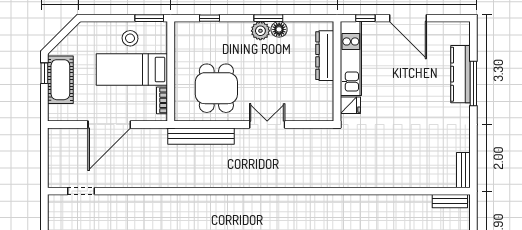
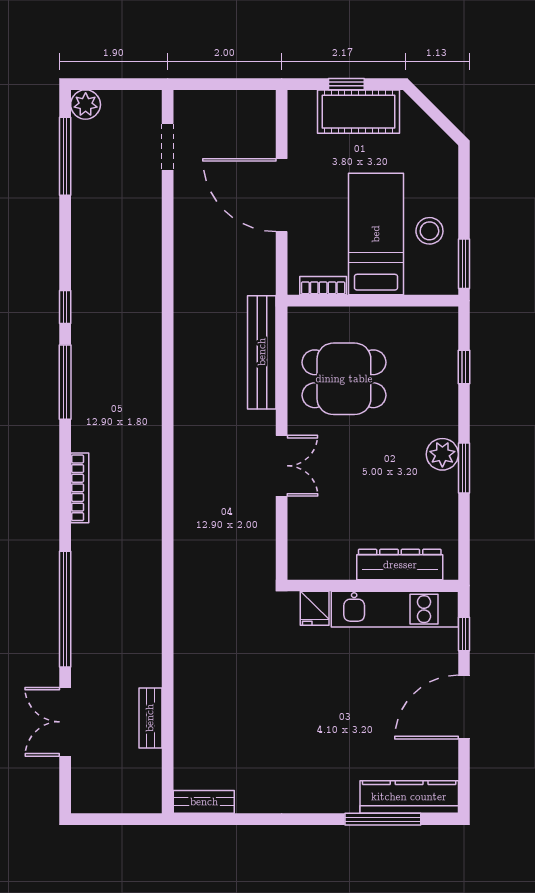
floor lamp: (279, 29) -> (445, 486), removed
window: (44, 73) -> (346, 84), moved
kitchen counter: (461, 74) -> (409, 797), moved
window: (473, 83) -> (383, 819), moved
bench: (450, 201) -> (150, 718), moved

